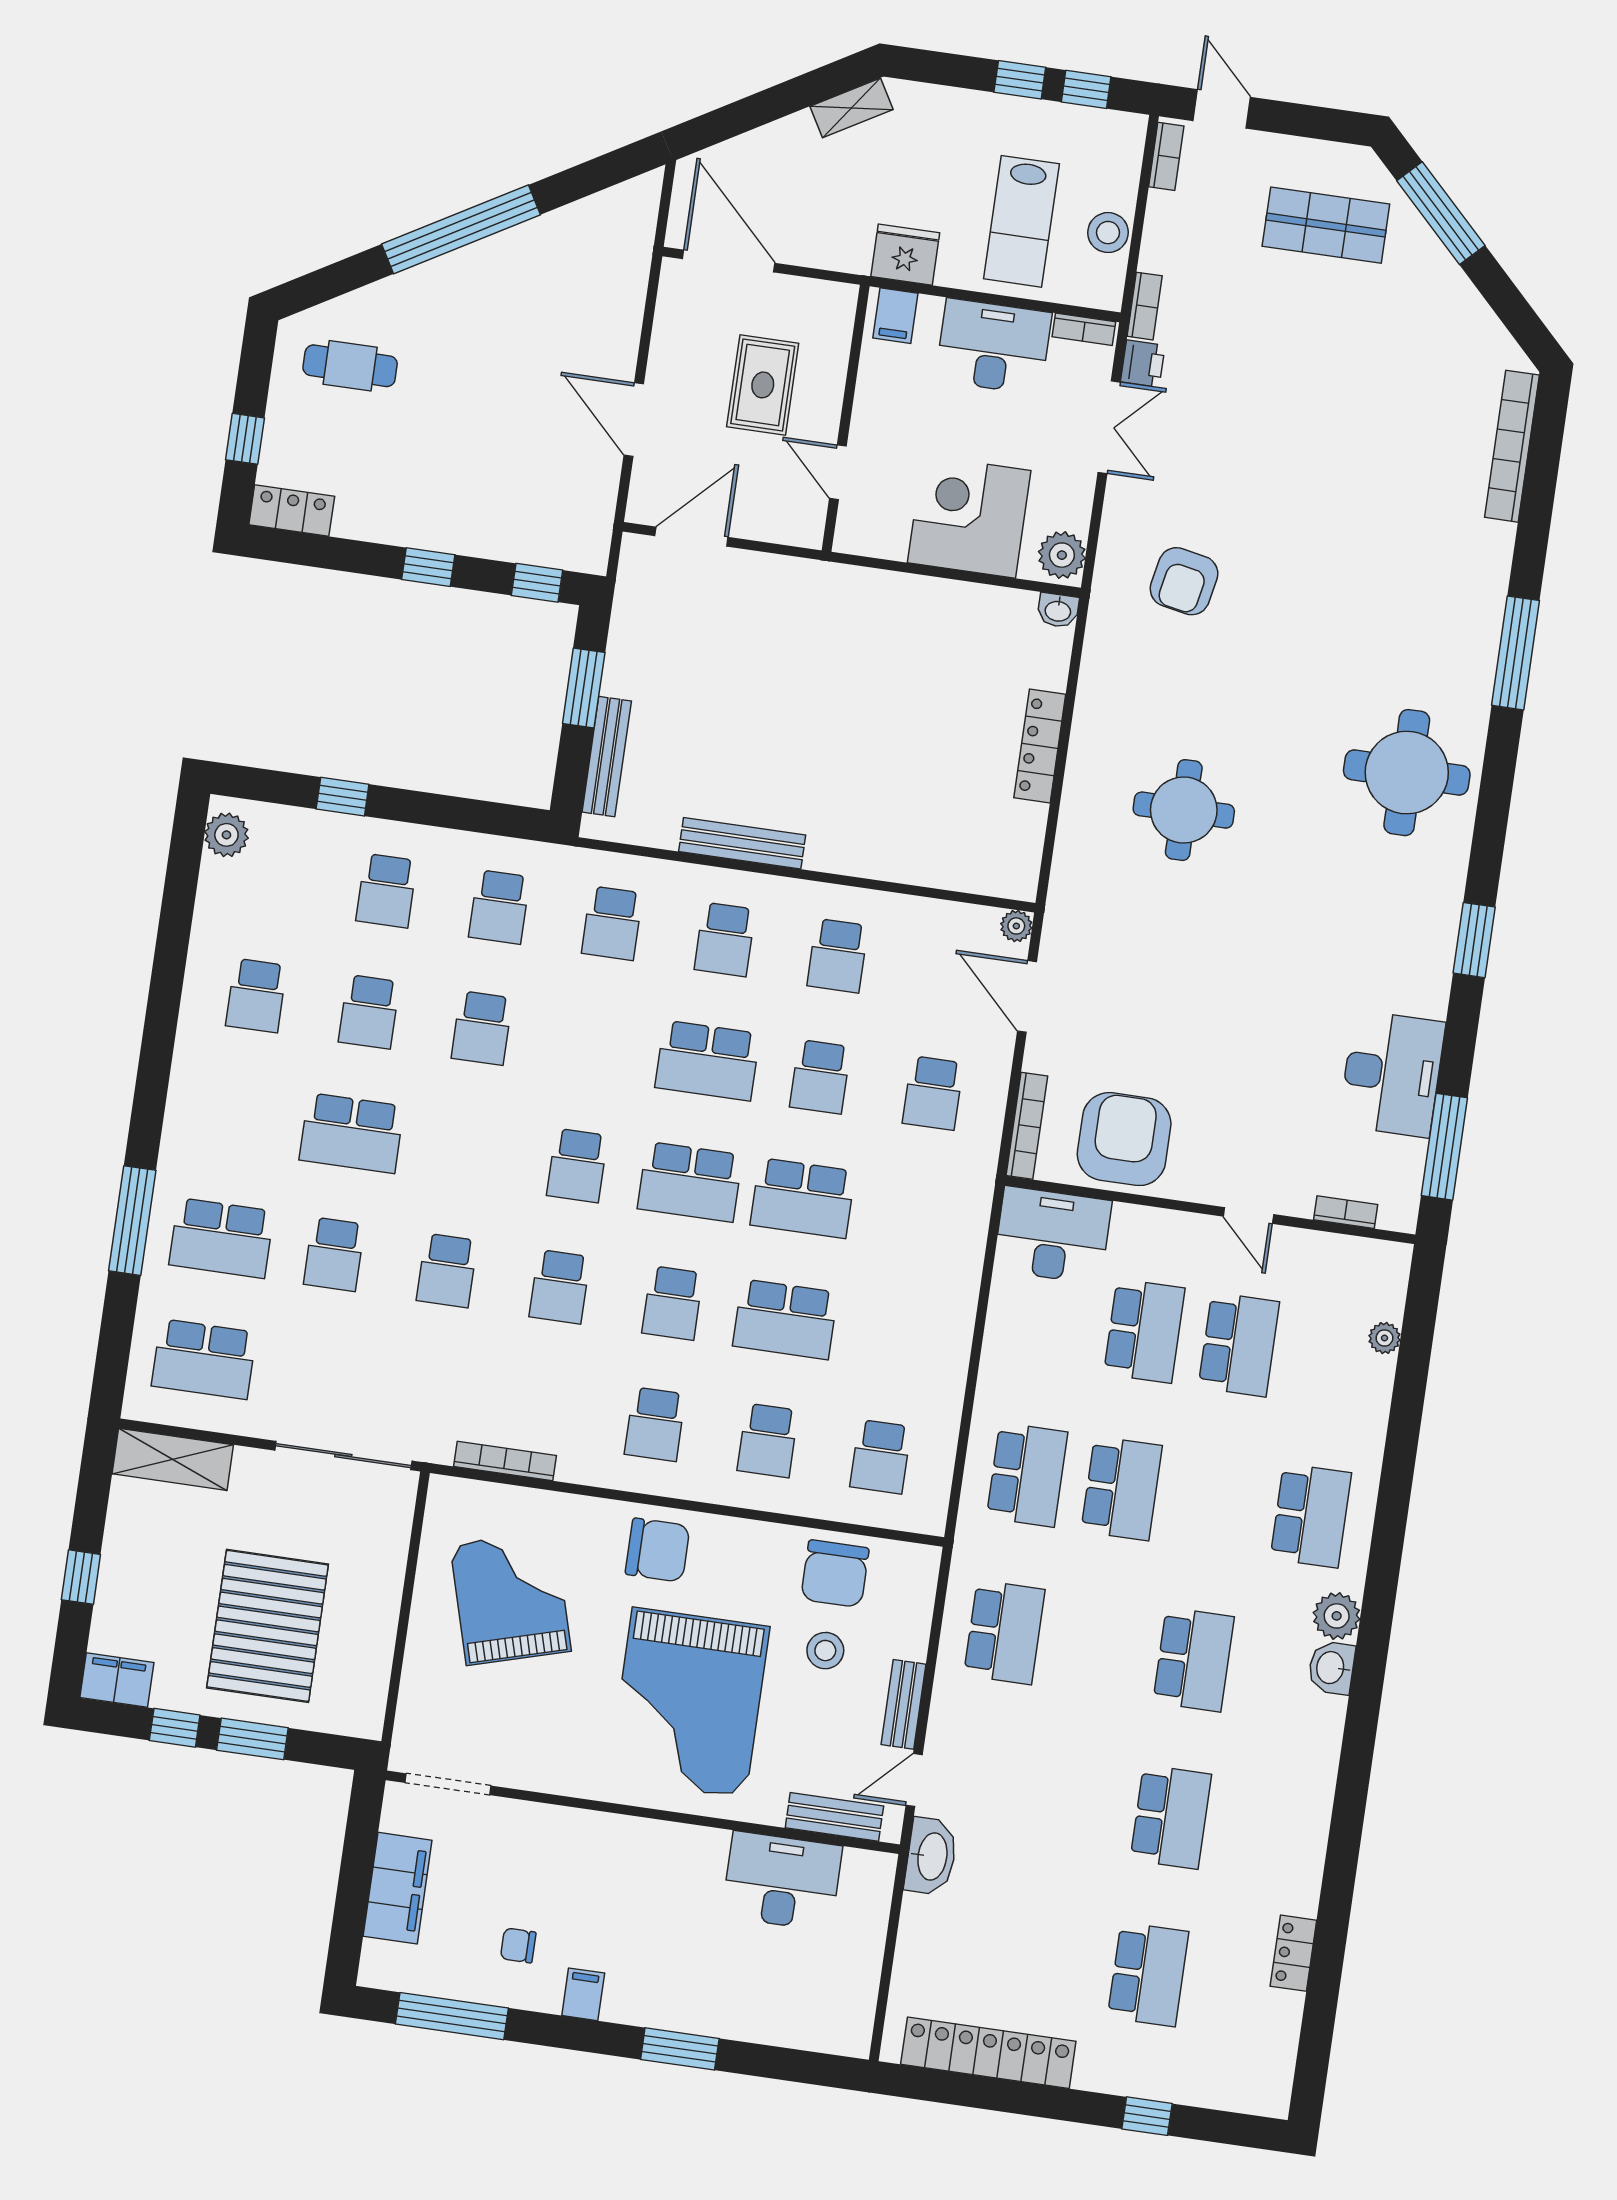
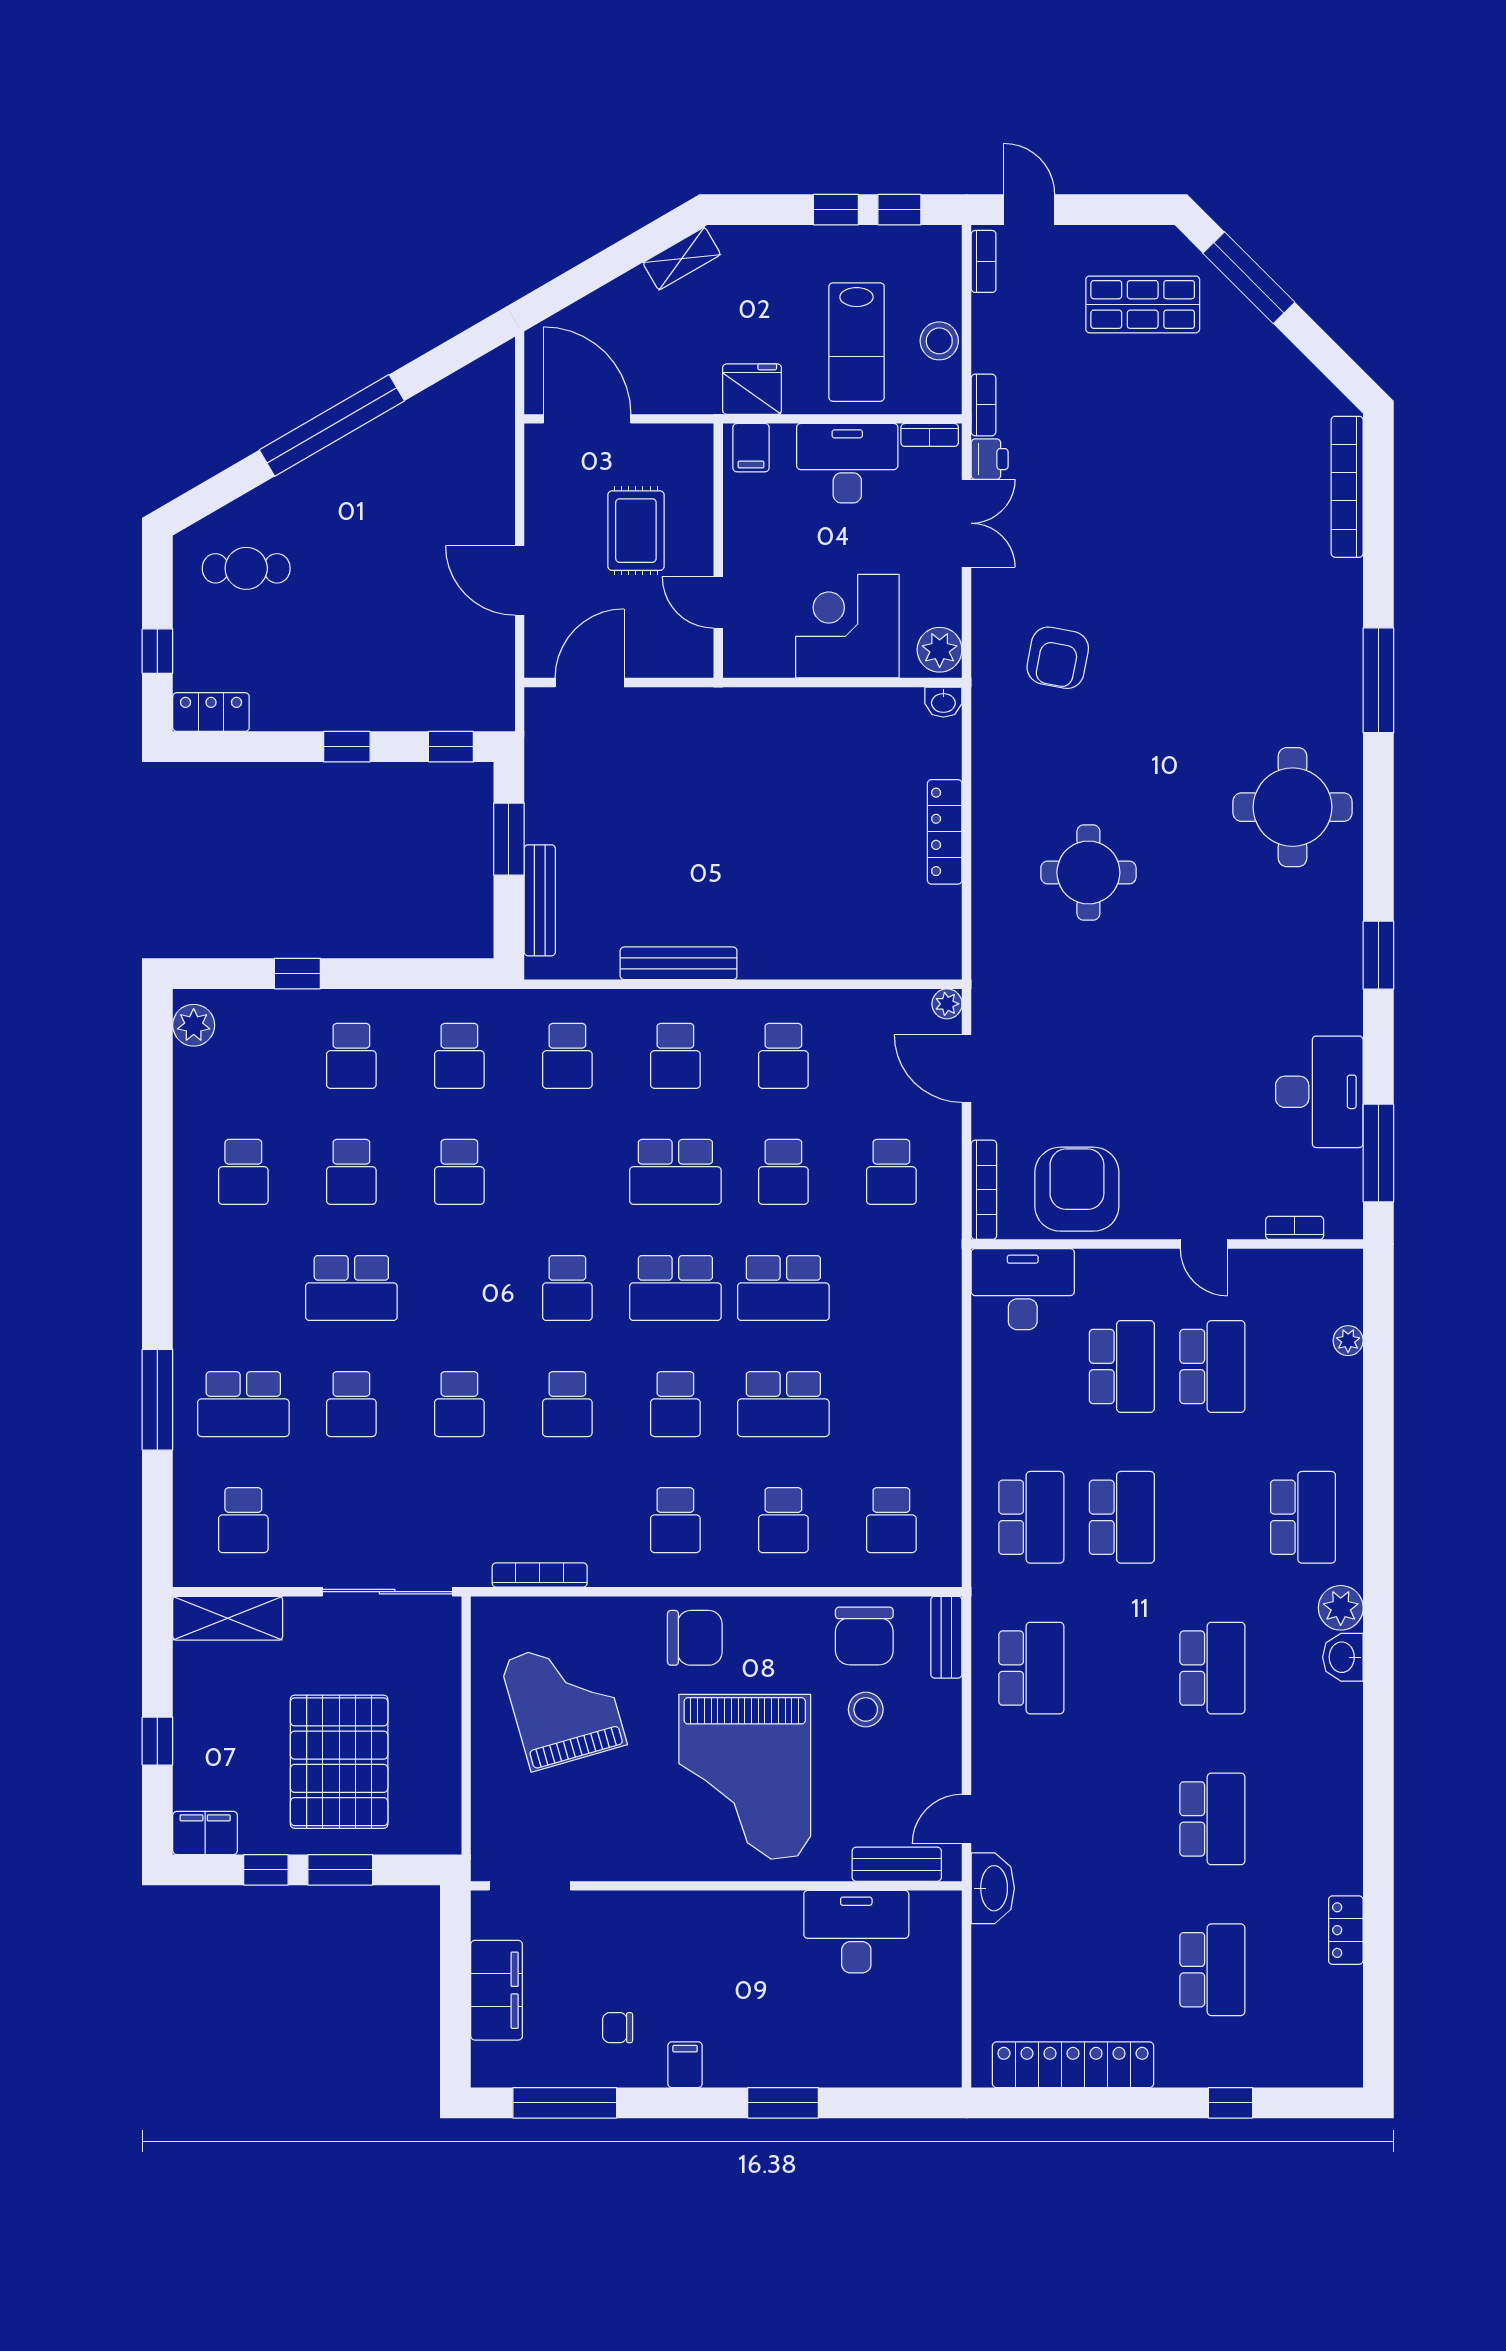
school desk: (204, 1359) -> (243, 1520), width x0.54
bench: (904, 1704) -> (946, 1637), moved

